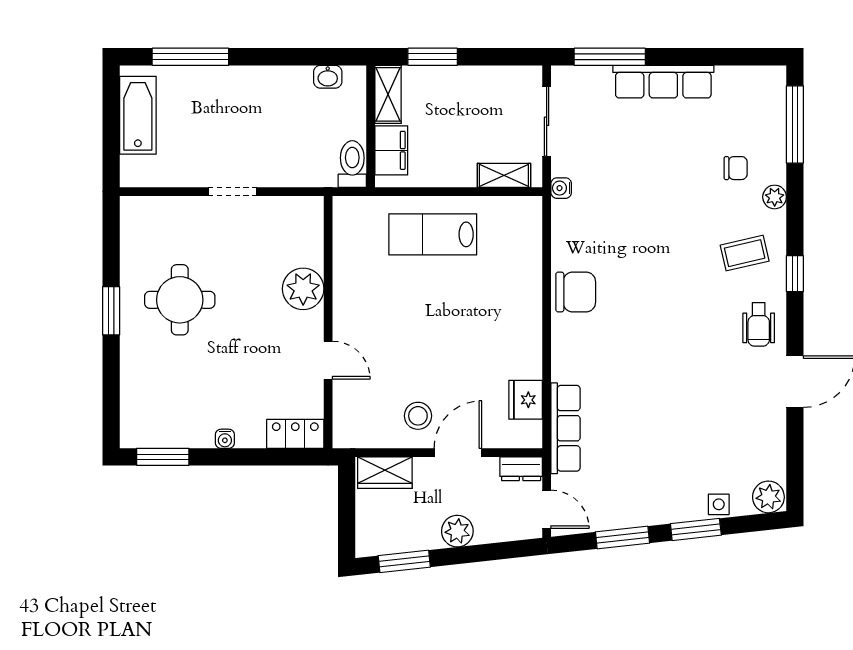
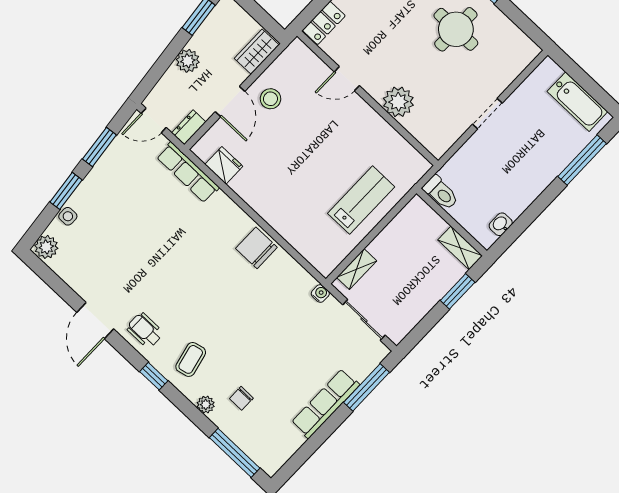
filing cabinet: (391, 150) -> (428, 221), removed
chair: (576, 292) -> (256, 248), turned 90

